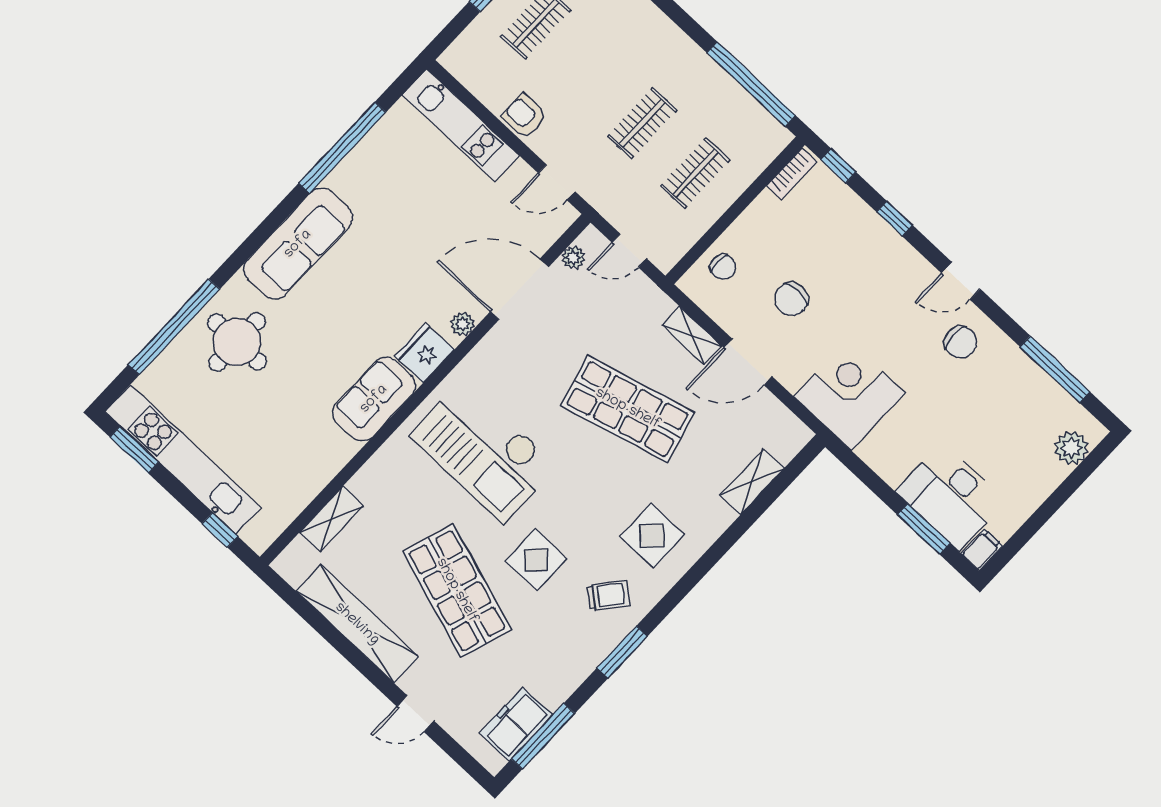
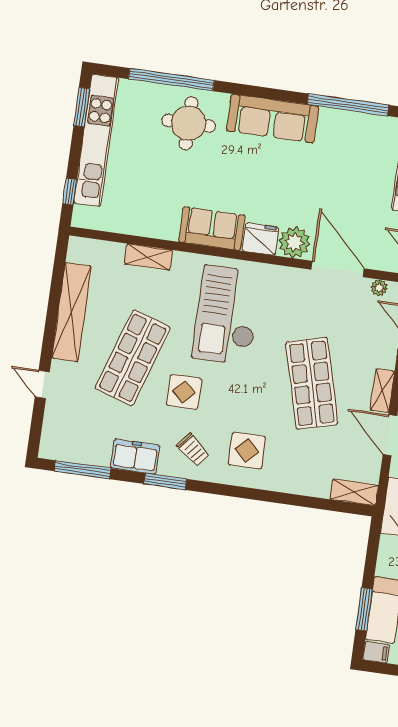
plant: (463, 324) -> (294, 242), width x1.87, depth x1.87
shelving: (752, 482) -> (354, 492), moved
shelving: (331, 519) -> (148, 257), moved
freezer: (516, 724) -> (135, 457), moved

